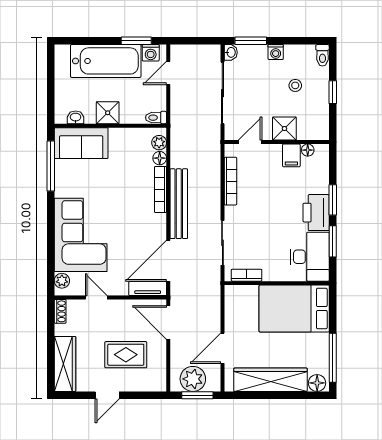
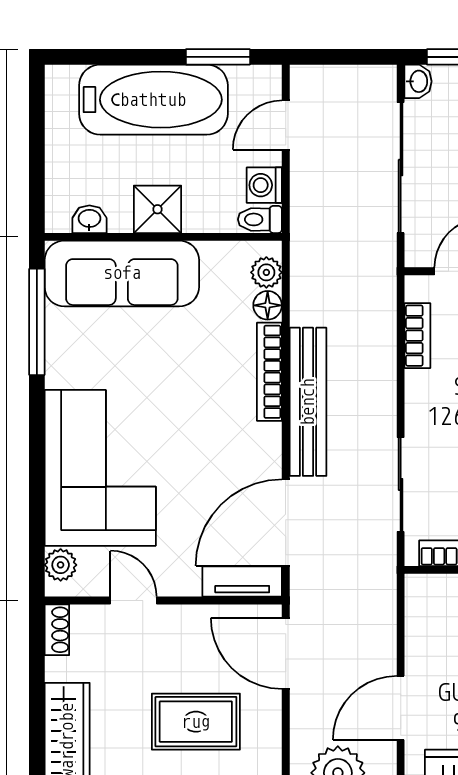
washing machine: (151, 53) -> (264, 185), moved, turned 90
sofa: (81, 143) -> (122, 273), width x1.36
bookcase: (230, 181) -> (417, 336), width x0.64

